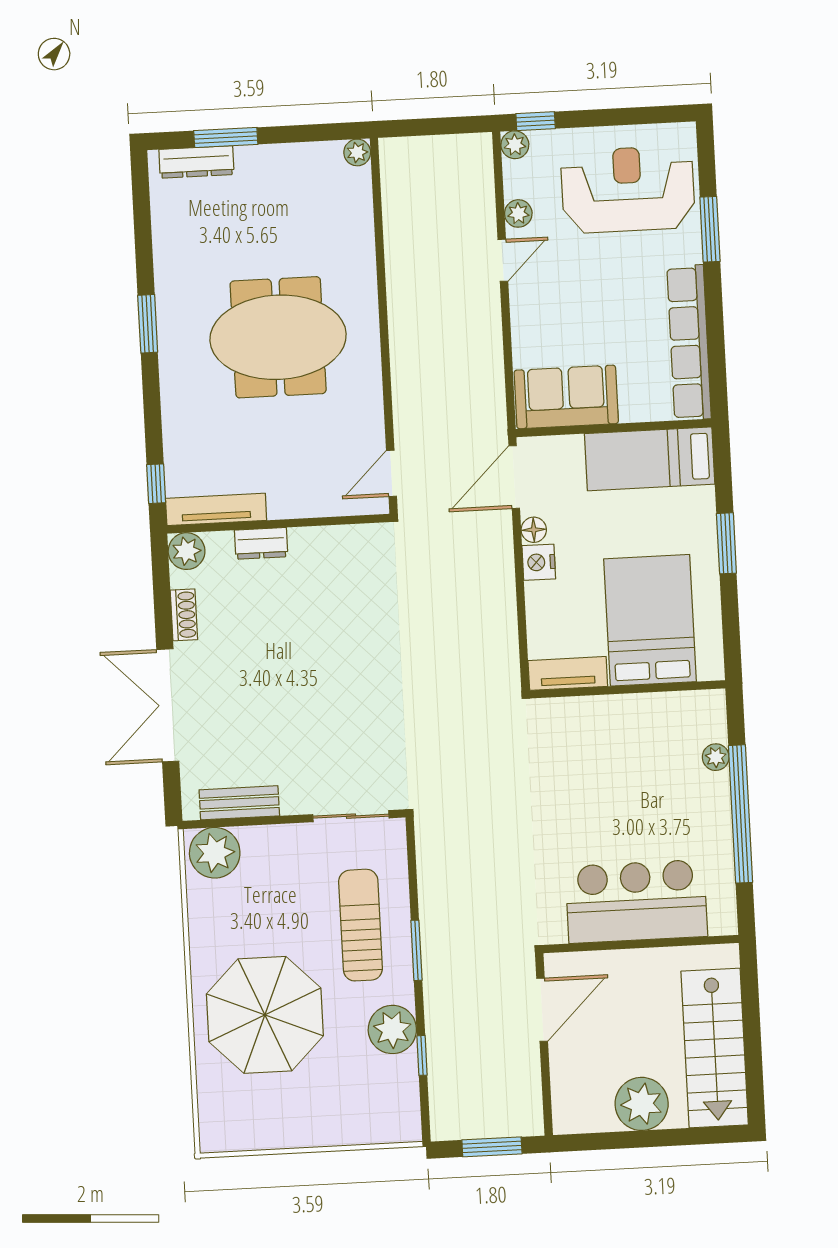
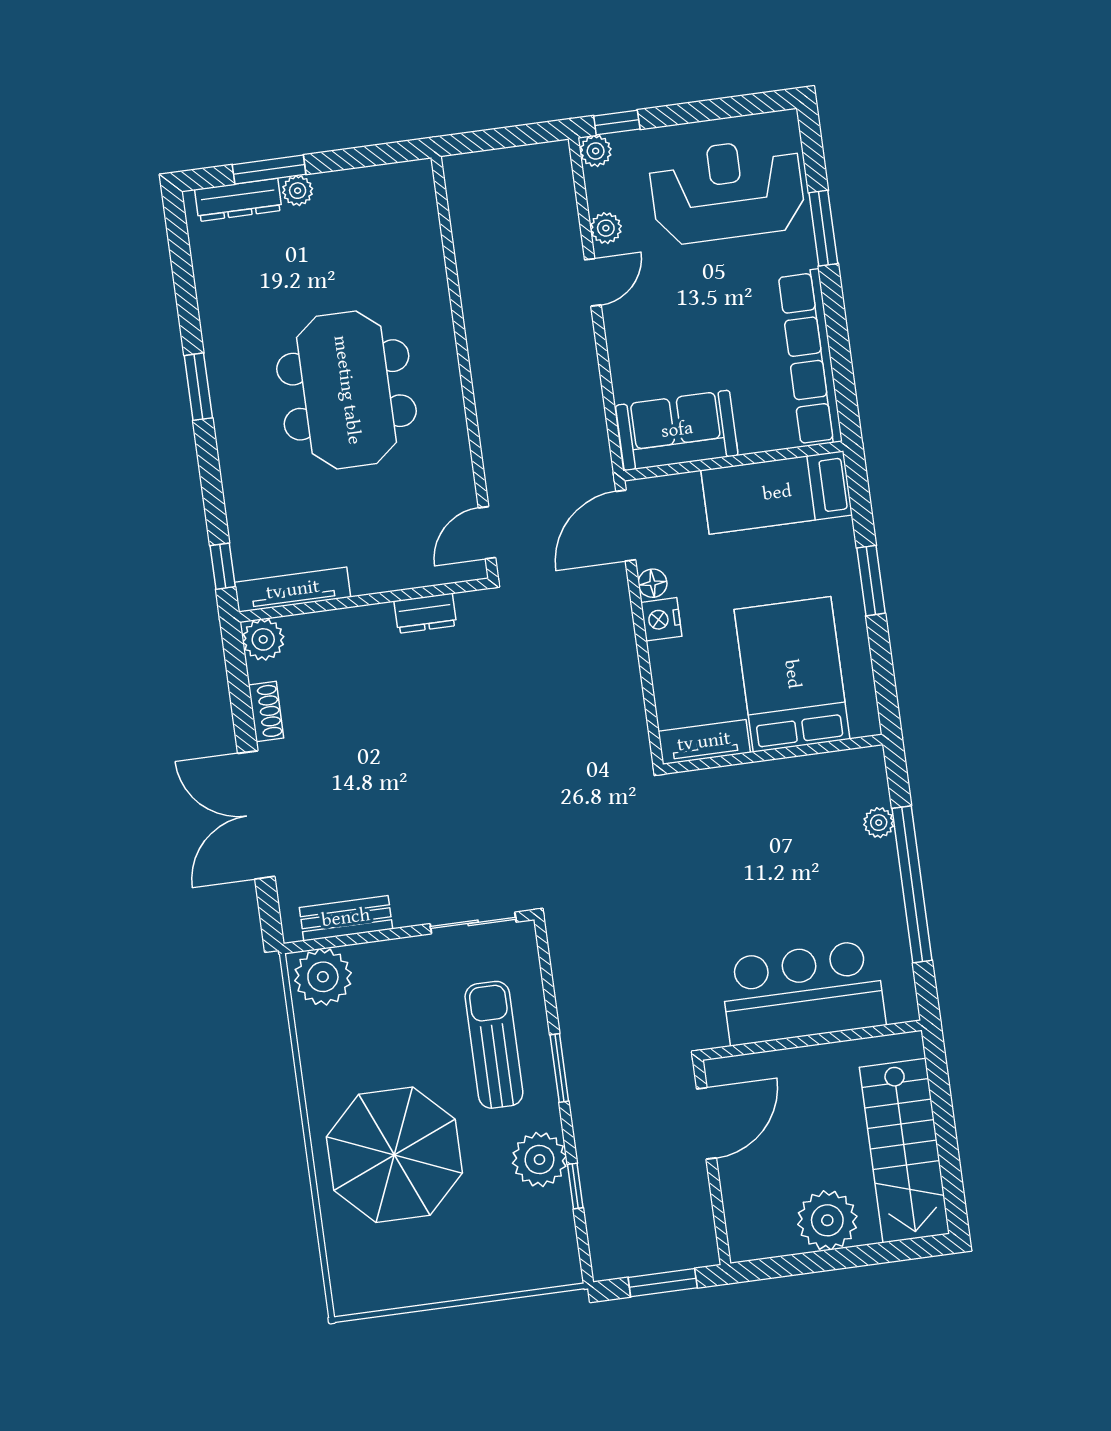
plant: (357, 152) -> (298, 191), moved
meeting table: (278, 337) -> (347, 390), turned 90
dresser: (261, 543) -> (425, 613), moved

